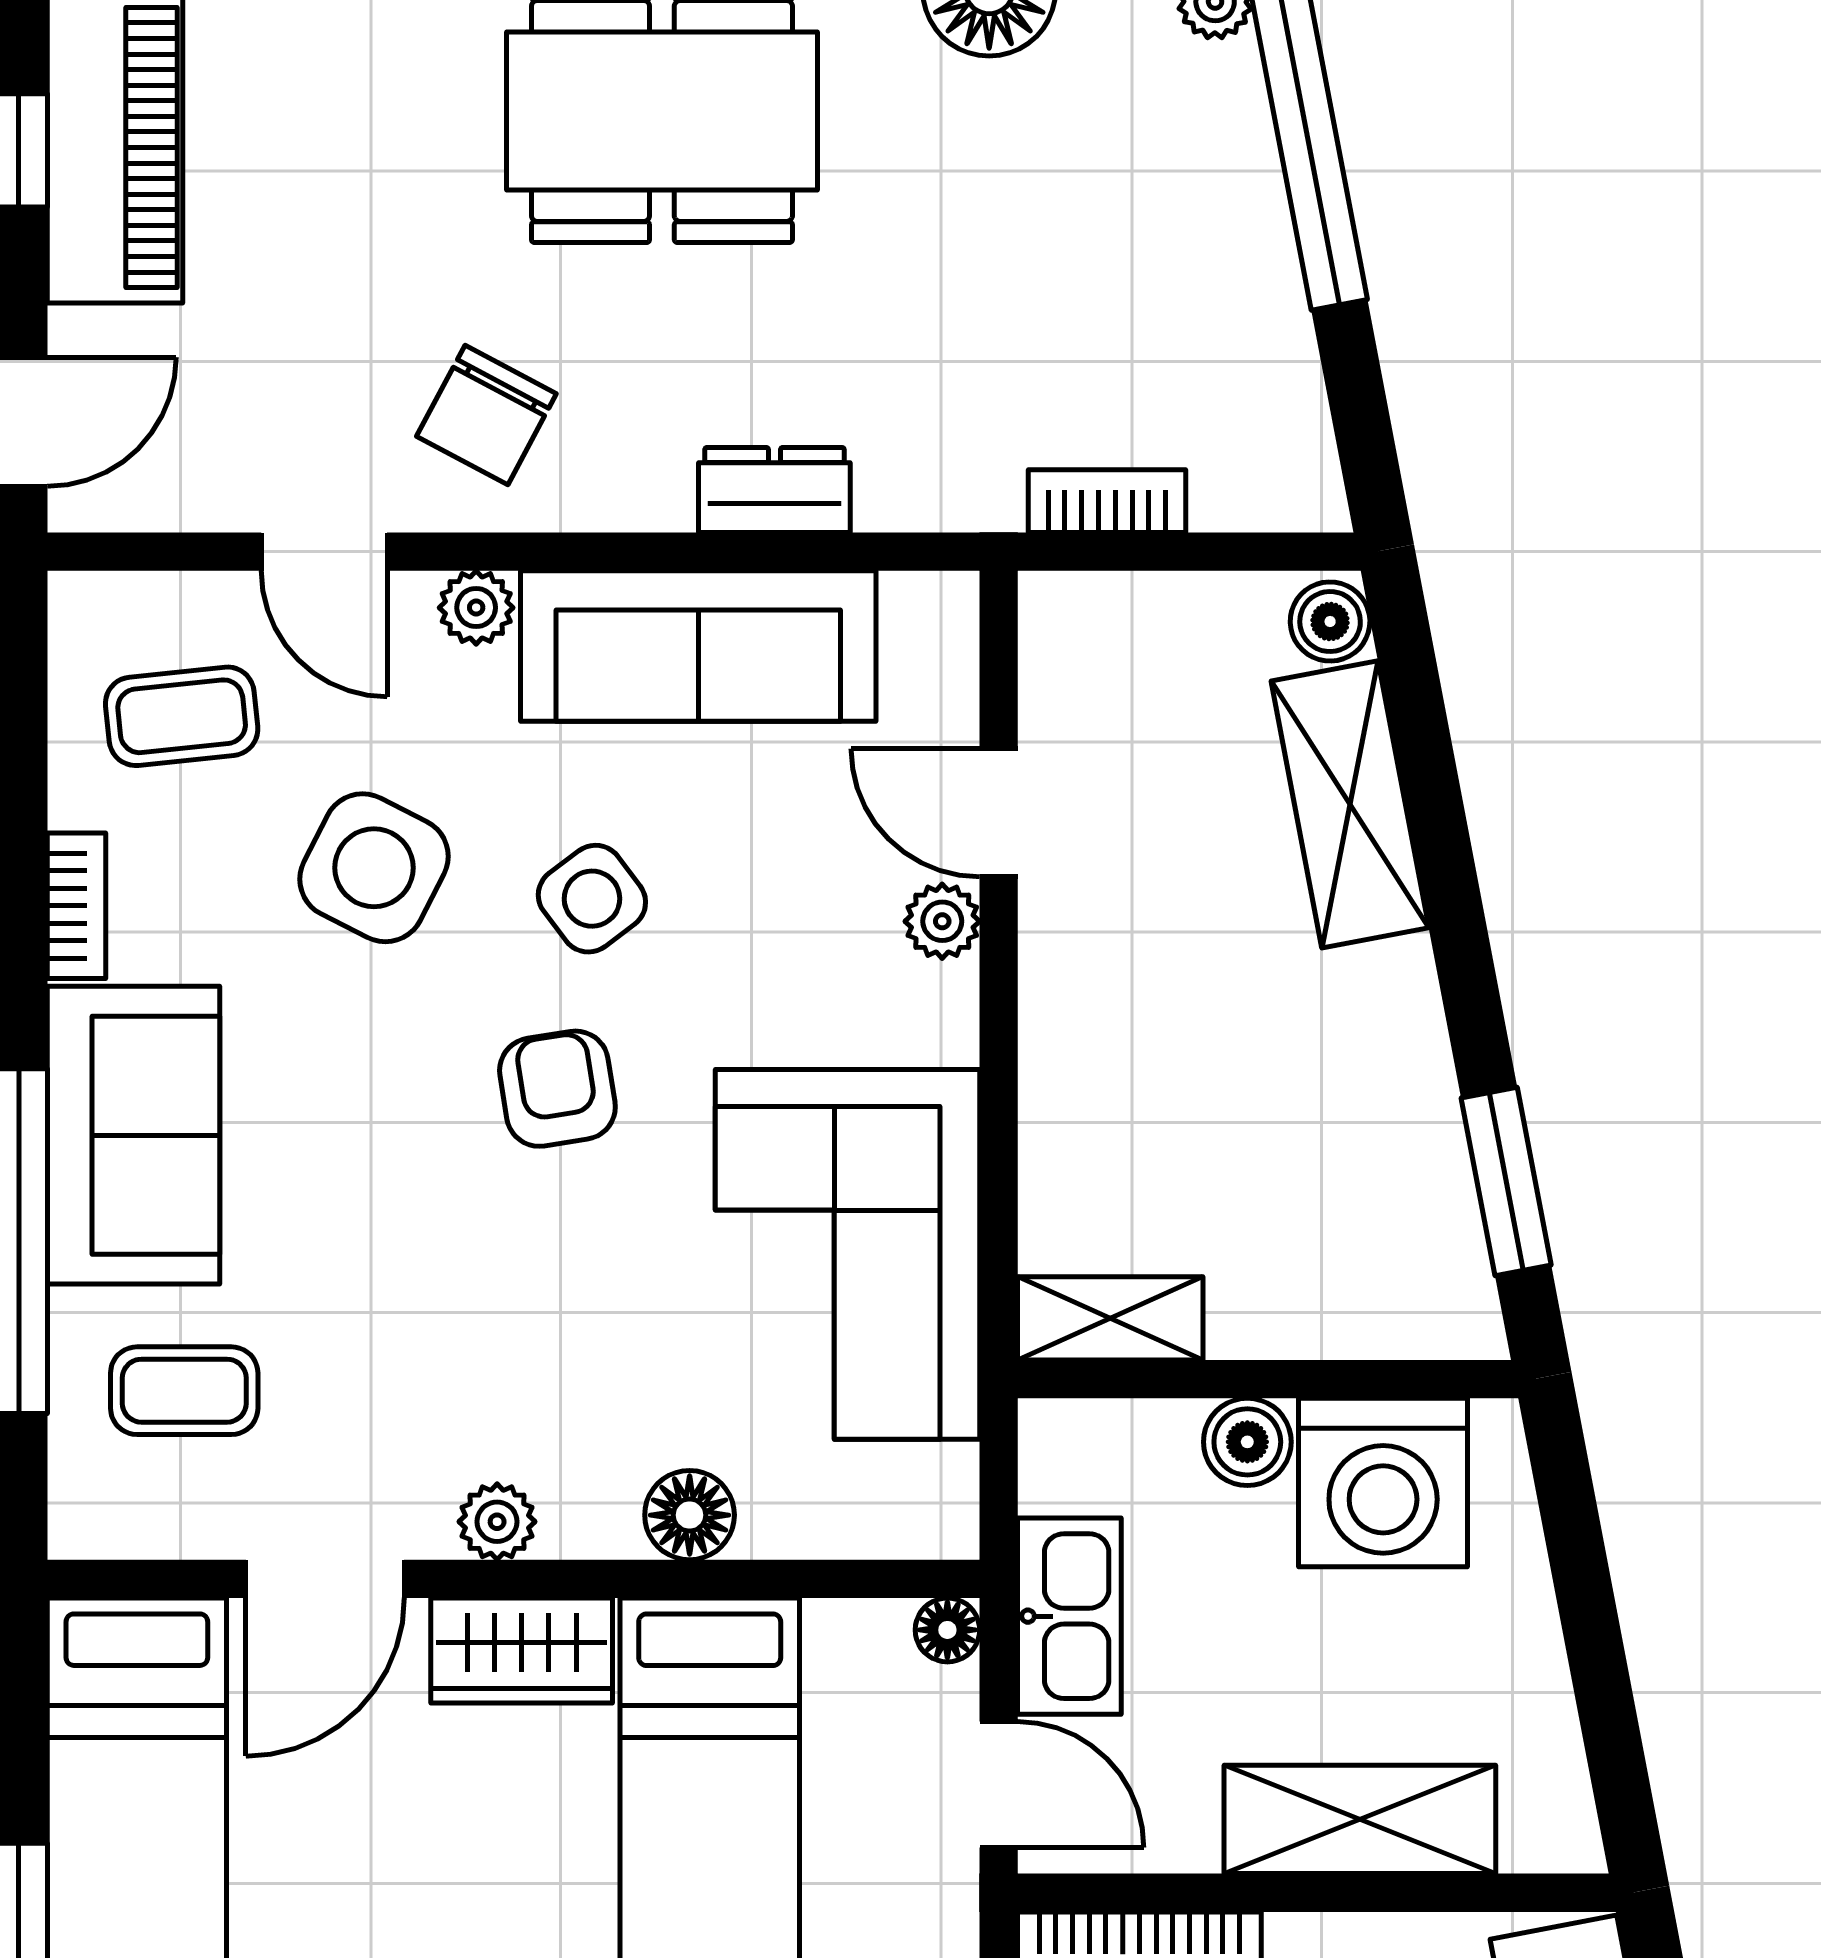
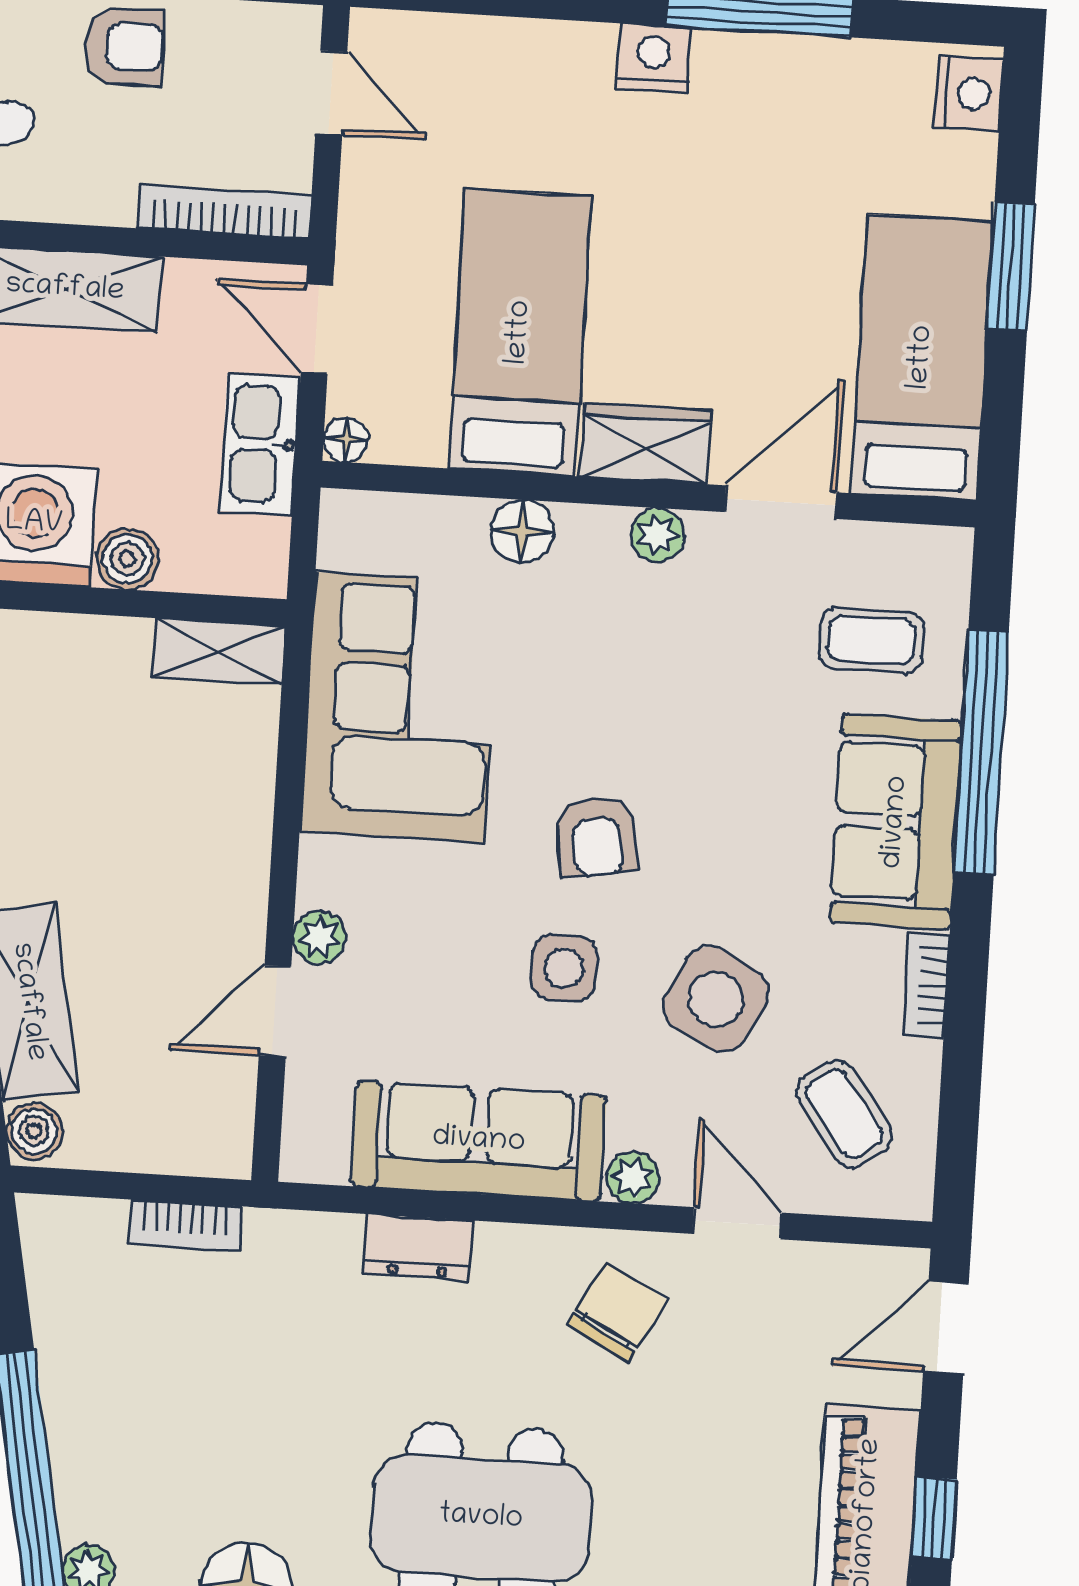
coffee table: (182, 716) -> (844, 1114), turned 60
door: (999, 813) -> (275, 1011), swing flipped
side table: (592, 899) -> (564, 968), turned 37

